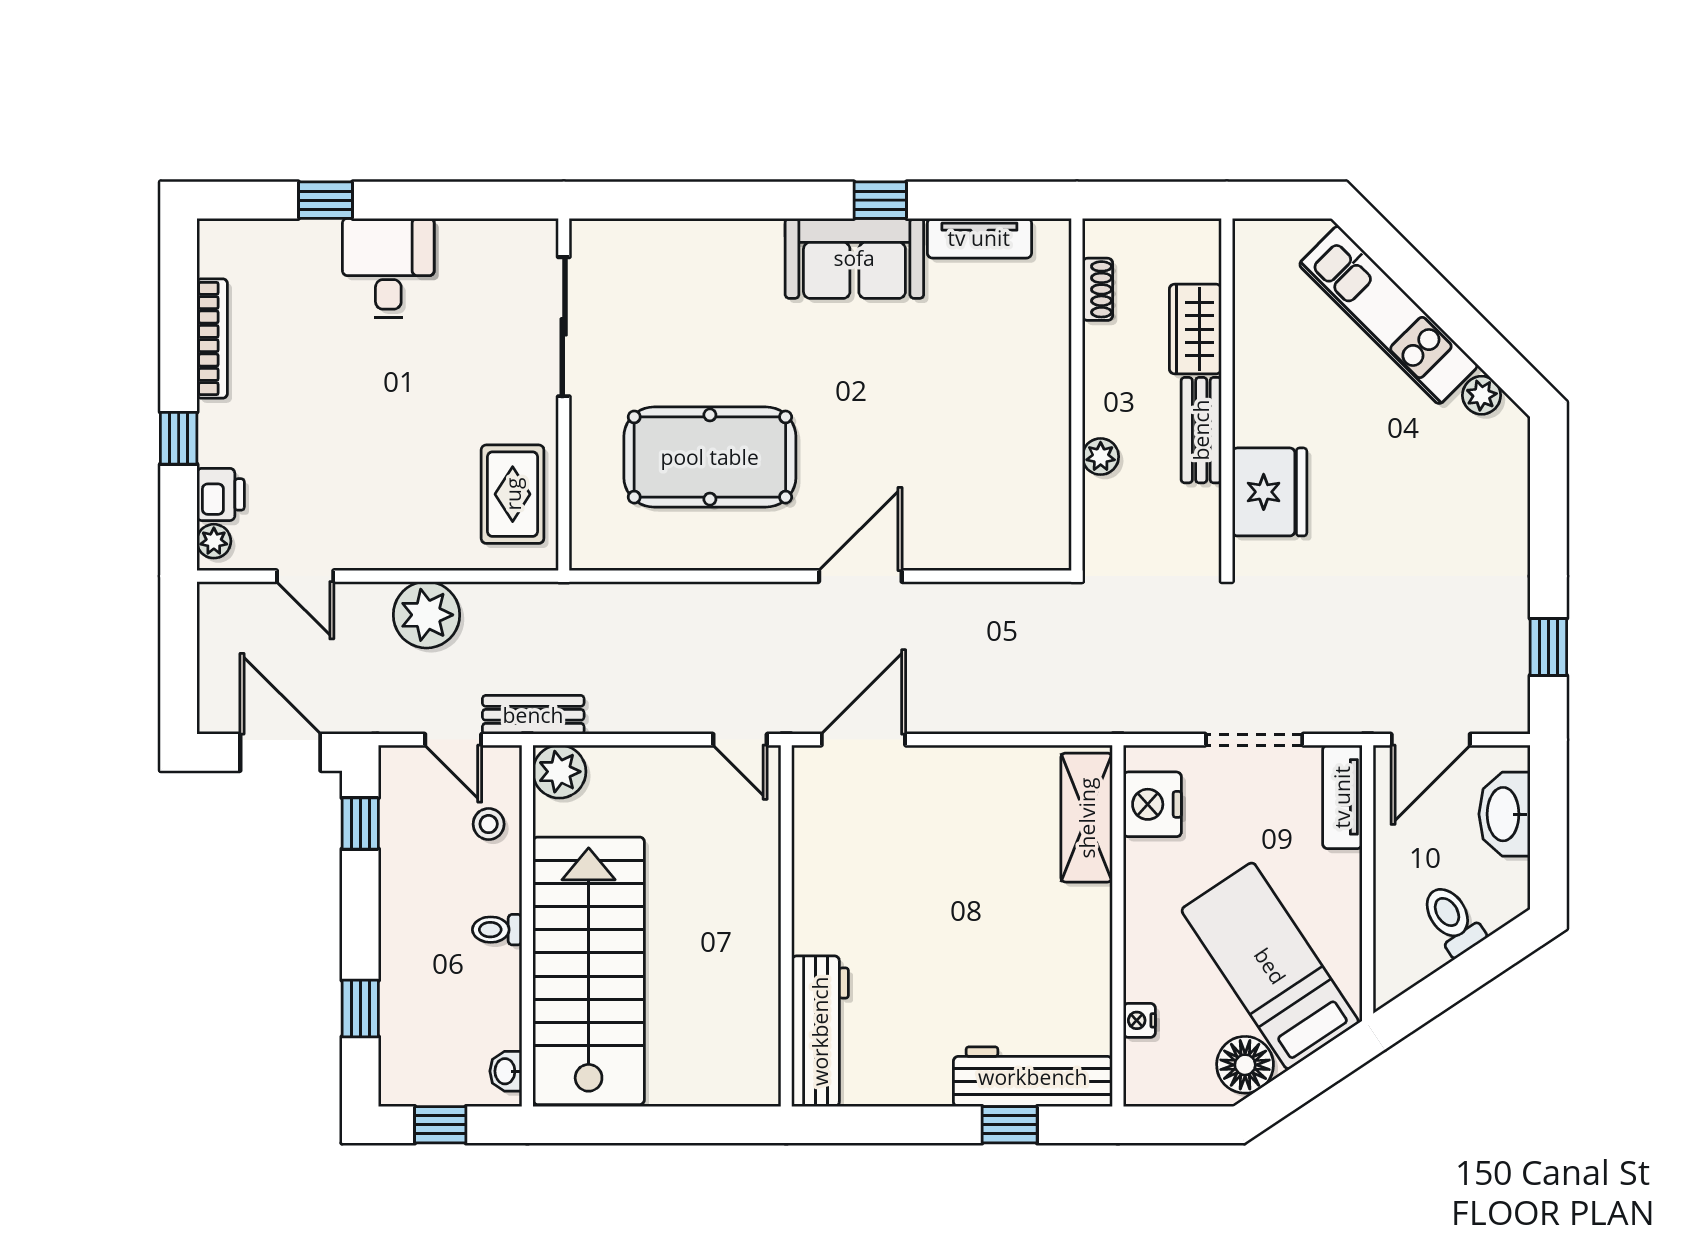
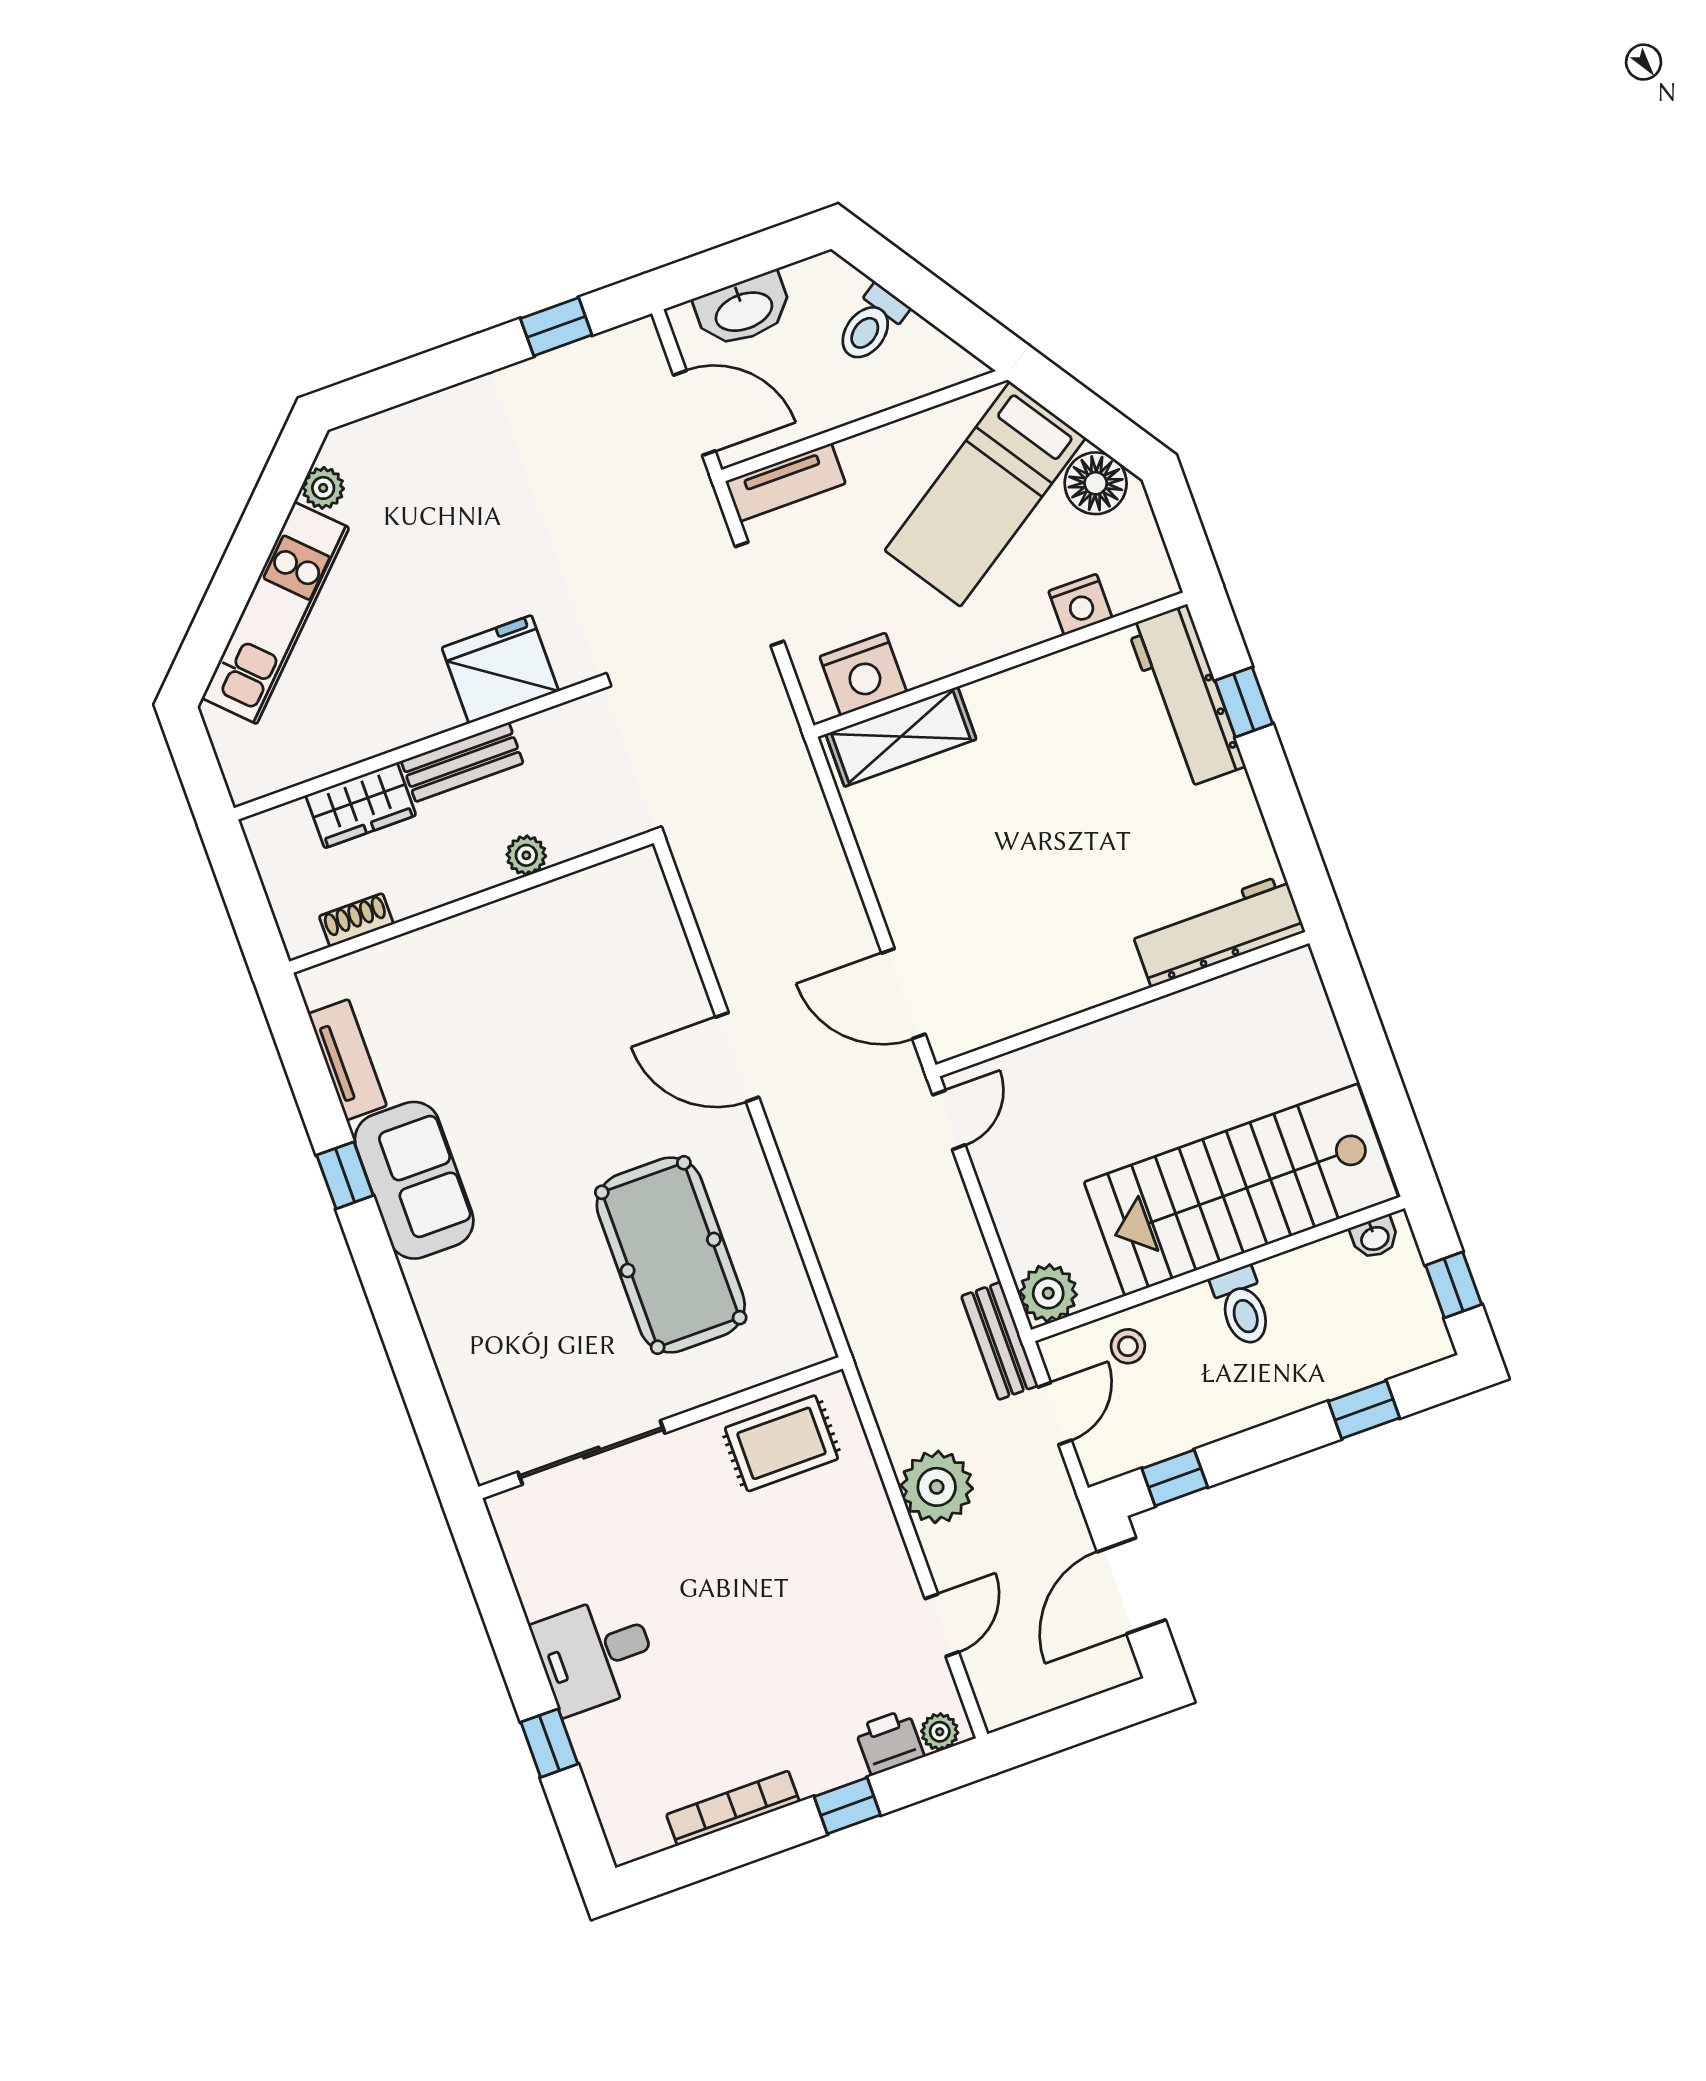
toilet: (497, 930) -> (1242, 1306), width x1.37, depth x1.39
nightstand: (1139, 1020) -> (1080, 605), width x1.39, depth x1.35

